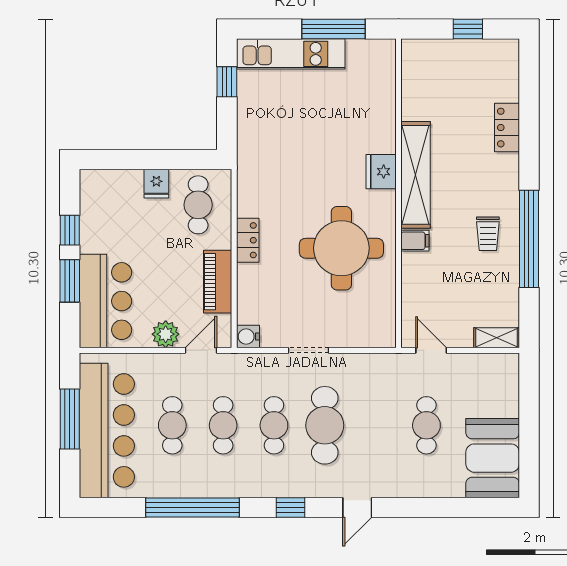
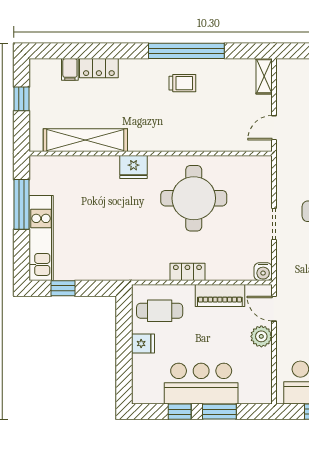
shelving: (415, 175) -> (85, 140), moved
filing cabinet: (415, 241) -> (70, 69), moved, turned 180
bar counter: (105, 301) -> (201, 384), moved

